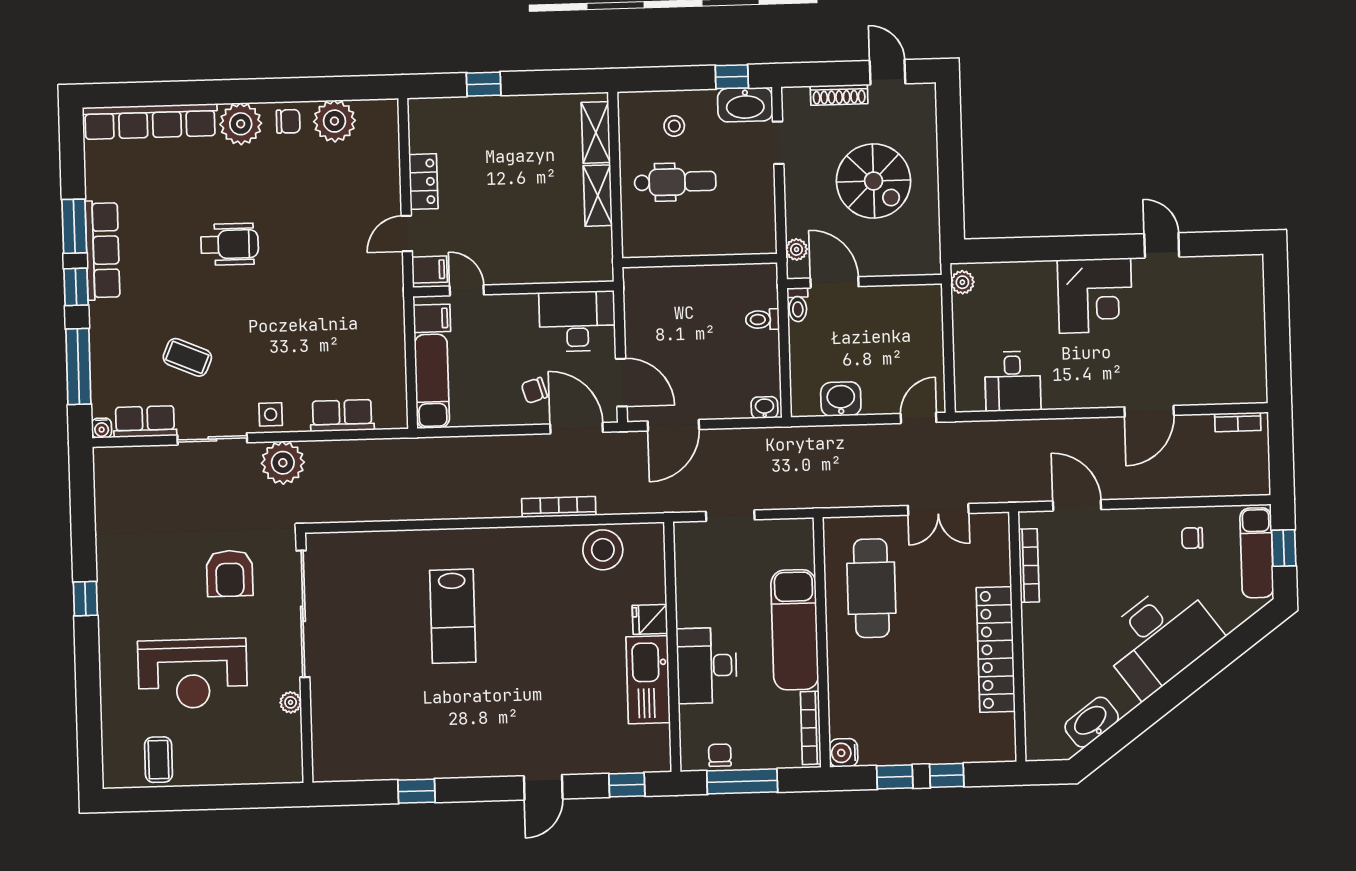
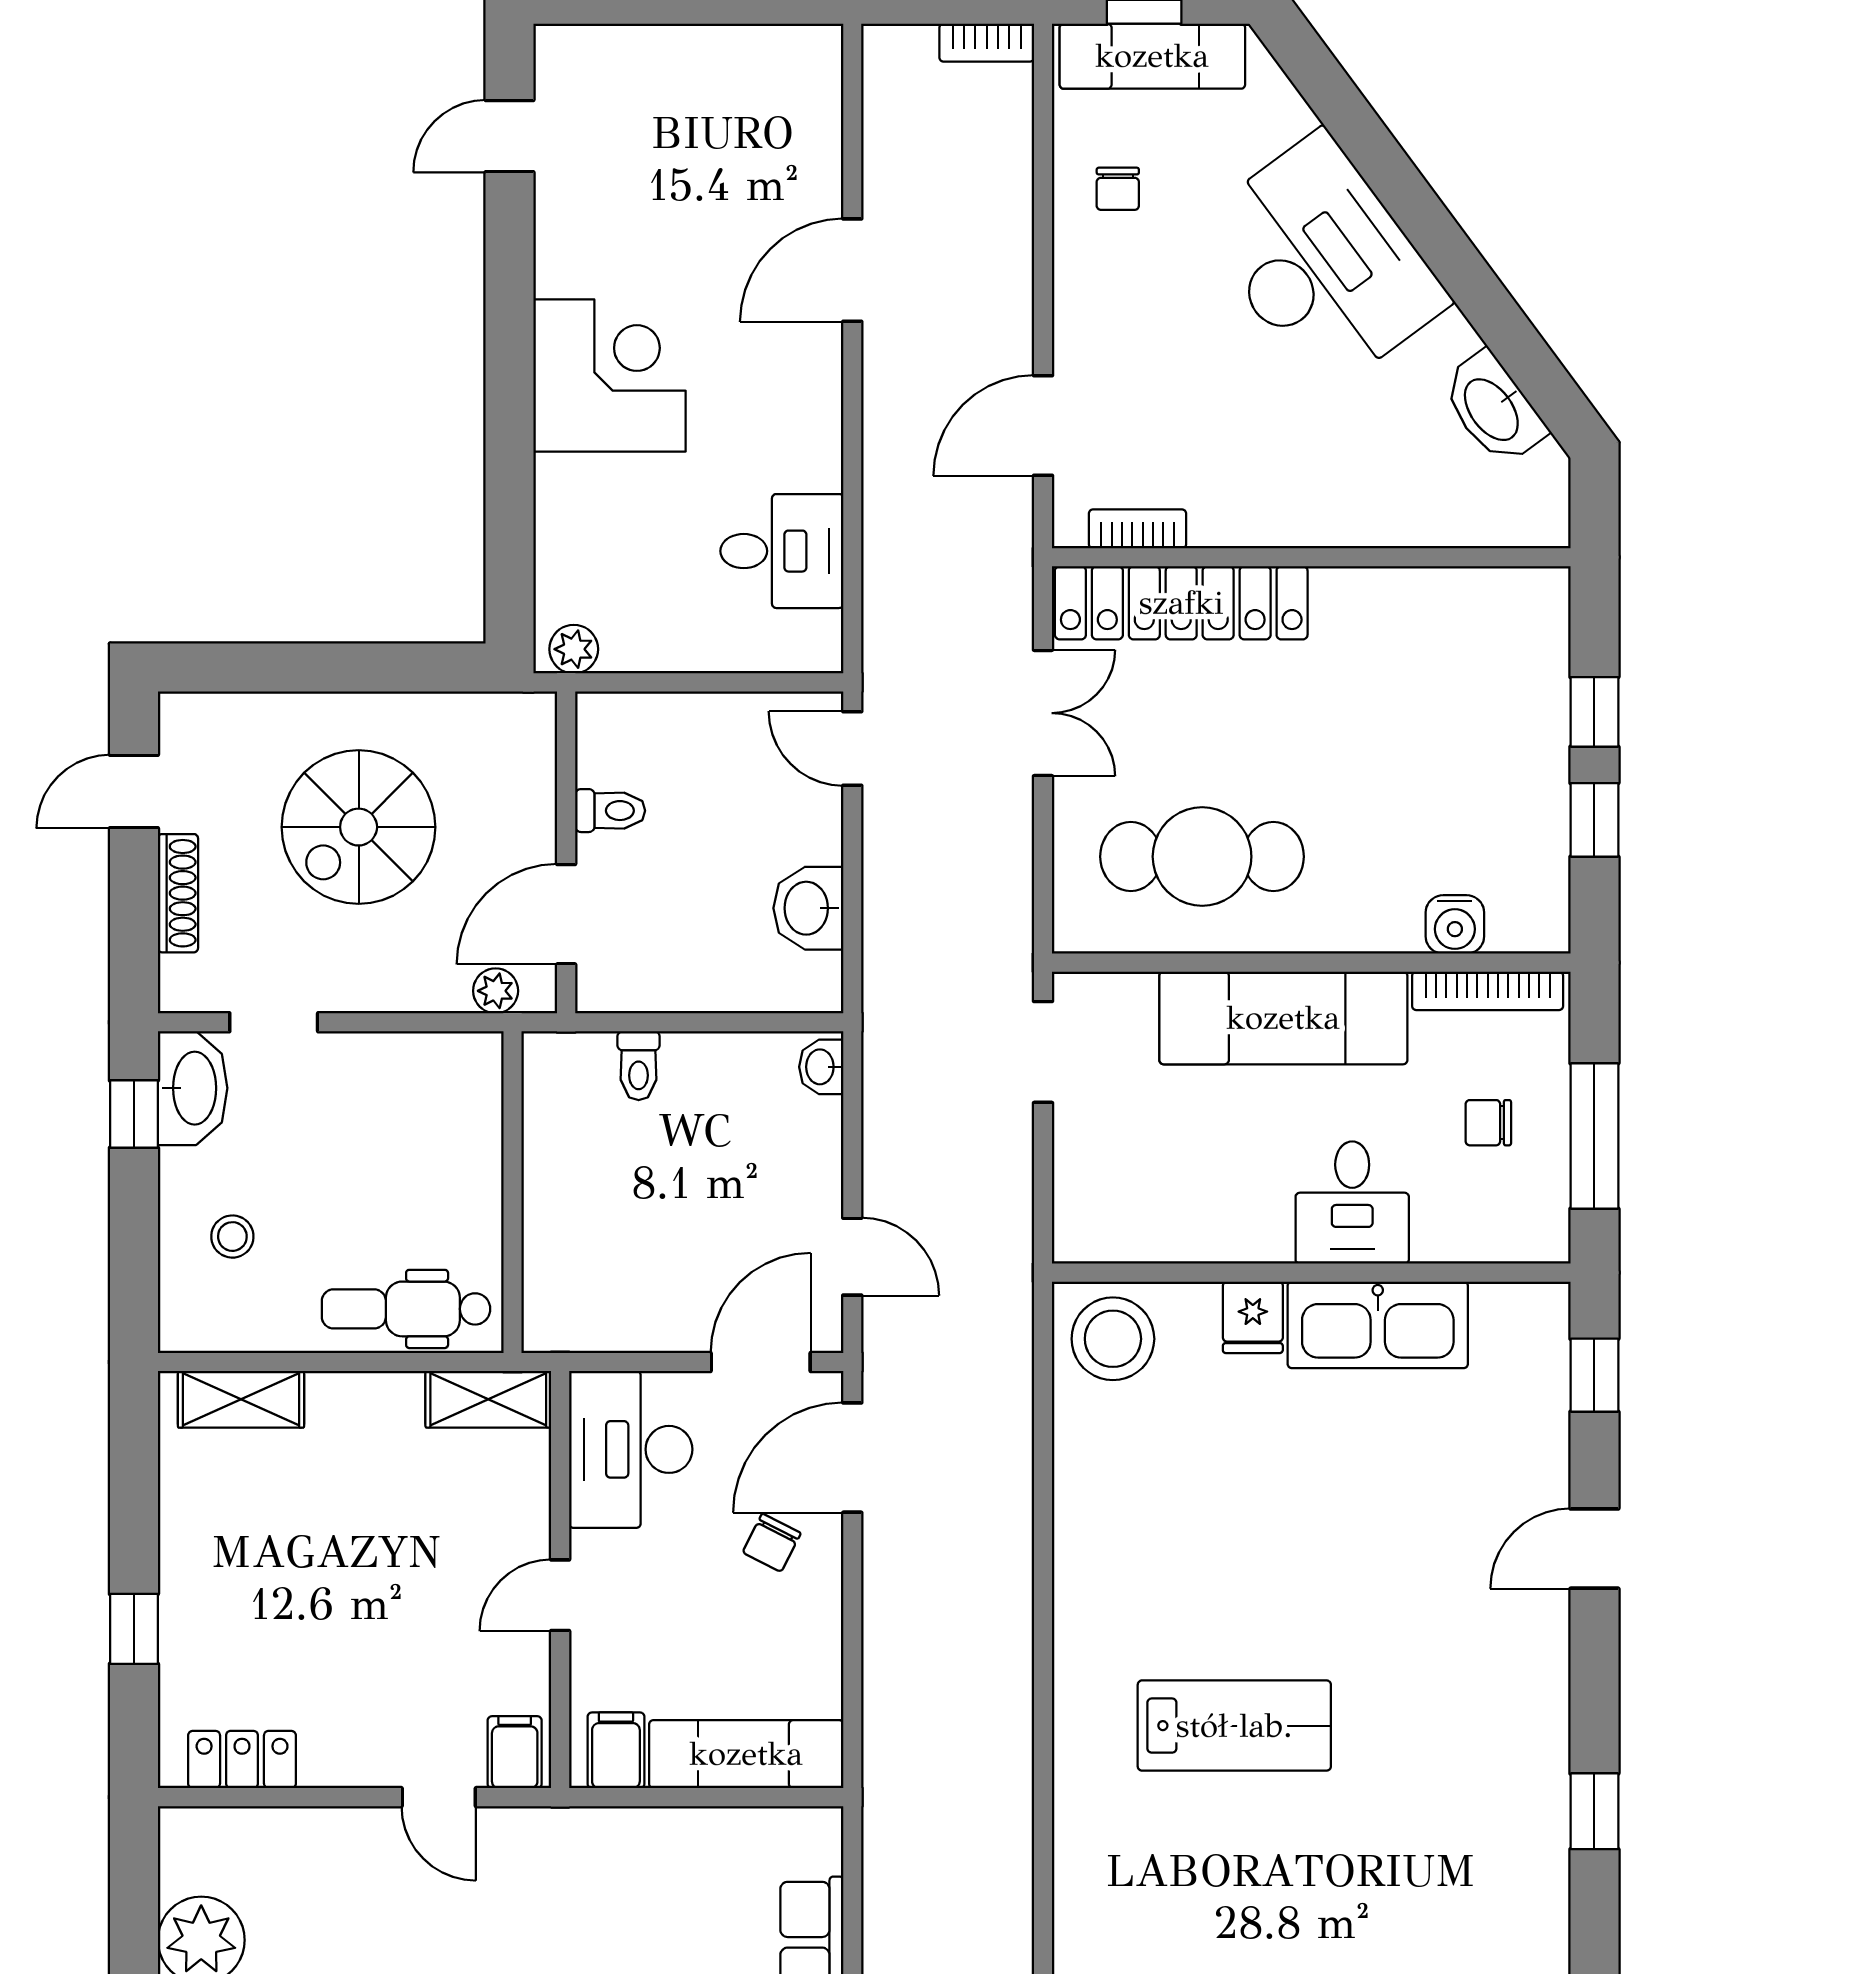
spiral stairs: (874, 181) -> (359, 827), turned 180
locker: (423, 182) -> (242, 1759), moved
dental chair: (675, 182) -> (406, 1309), moved, turned -90
shelving: (598, 196) -> (488, 1399), moved
door: (1162, 245) -> (509, 136), moved
door: (467, 290) -> (560, 1595), moved
toilet: (798, 305) -> (610, 811), moved
chair: (534, 390) -> (772, 1543), turned 44
door: (1149, 411) -> (852, 270), swing flipped
bookcase: (1238, 422) -> (987, 43), moved, turned 90
door: (673, 425) -> (852, 1257), width x0.73
bookcase: (559, 507) -> (1015, 1499), removed
doorway: (730, 516) -> (1043, 1052), moved
stool: (603, 550) -> (1113, 1339), moved
bookcase: (1029, 566) -> (1137, 529), width x0.64
locker: (996, 650) -> (1181, 603), moved
desk: (707, 666) -> (1352, 1203), width x0.73
water cooler: (843, 753) -> (1455, 924), moved
chair: (720, 755) -> (1488, 1123), moved
door: (543, 787) -> (1594, 1549), swing flipped

